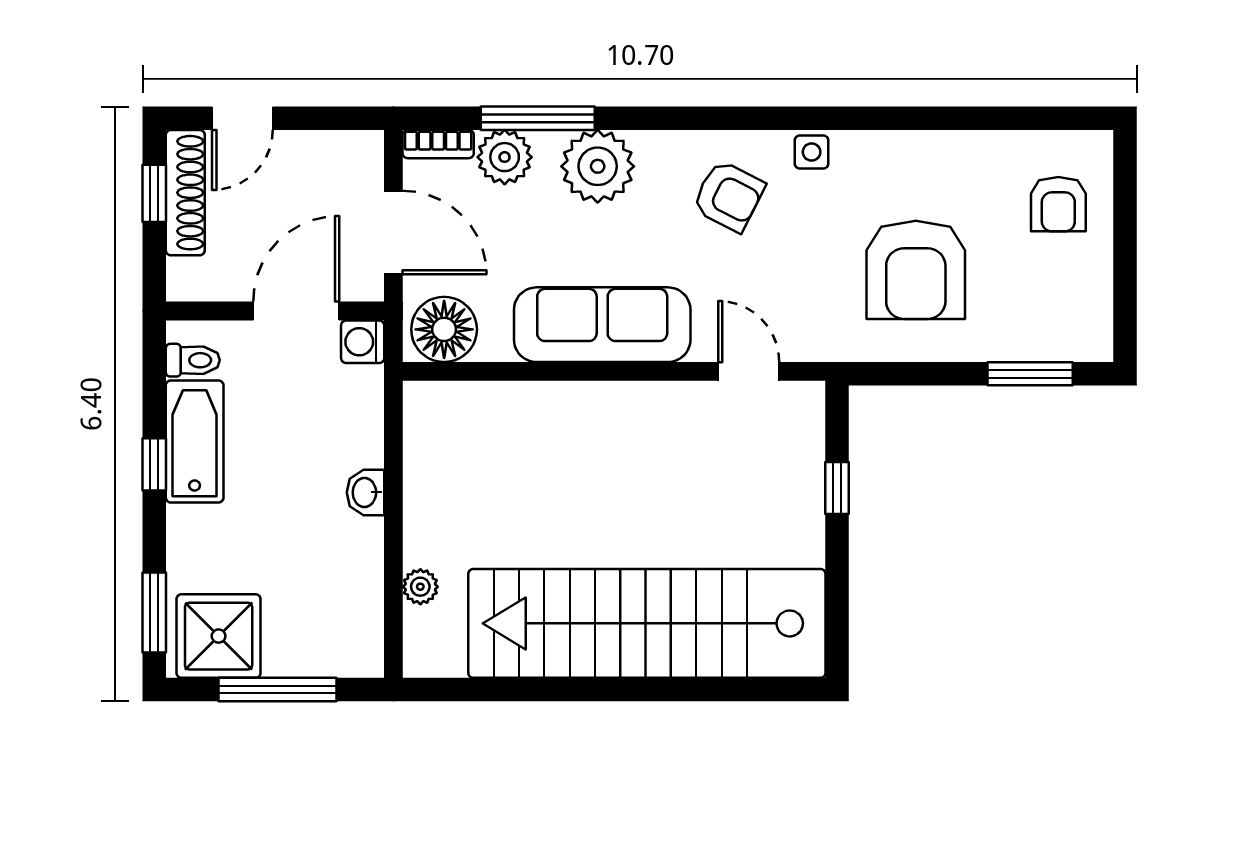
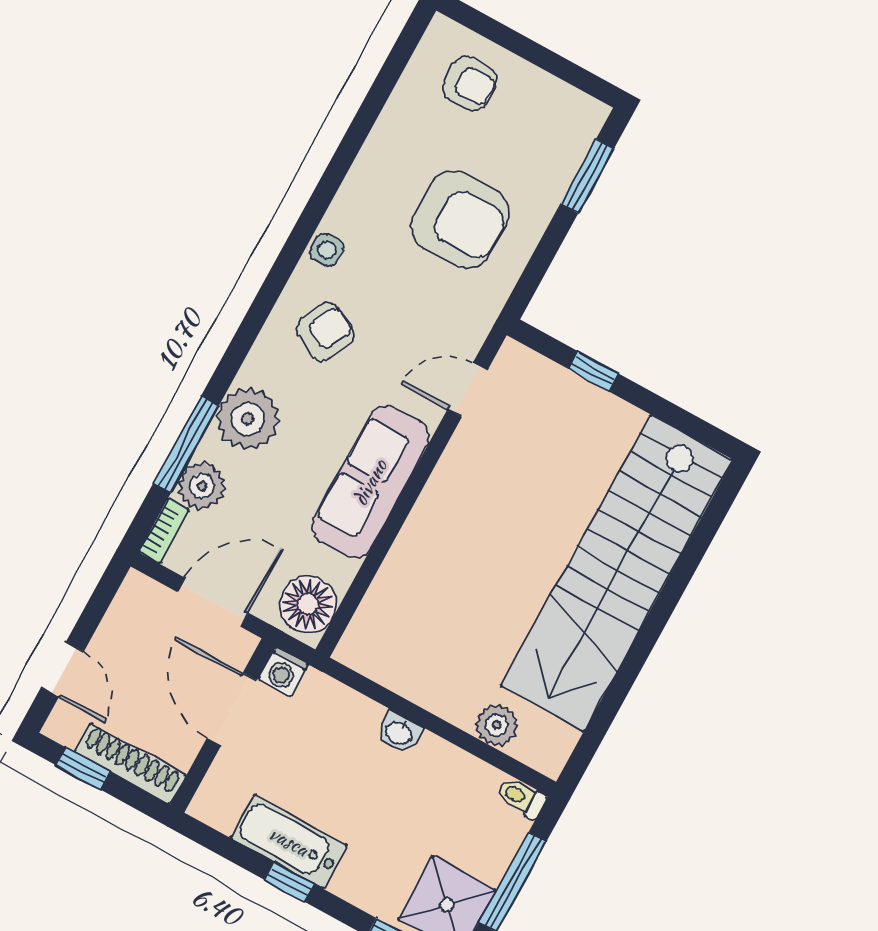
shoe rack: (185, 193) -> (130, 764), moved
toilet: (193, 360) -> (521, 797), moved, turned -90
plant: (420, 587) -> (497, 725), width x1.38, depth x1.38

